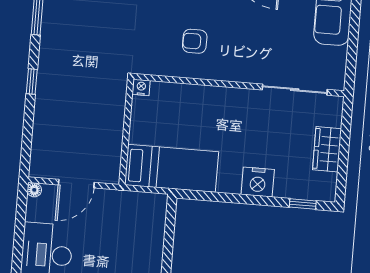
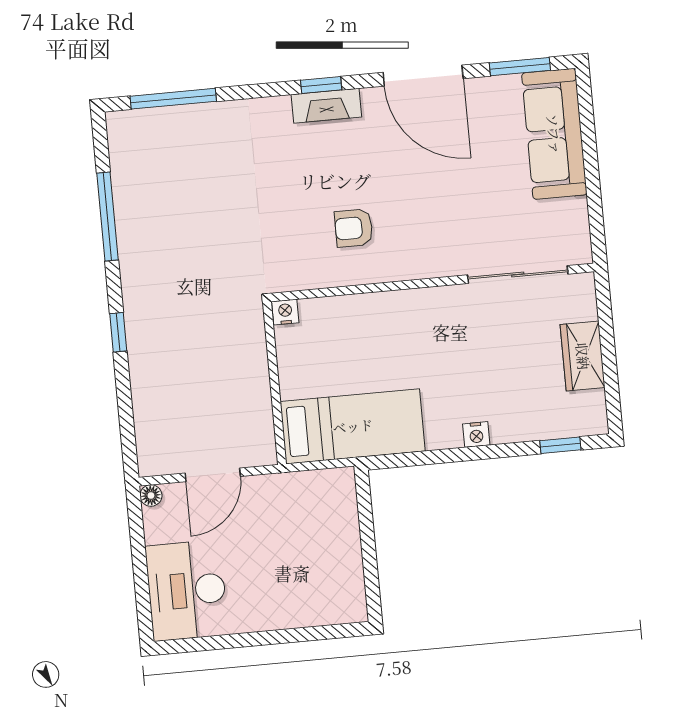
nightstand: (258, 182) -> (476, 434), width x0.53, depth x0.56

